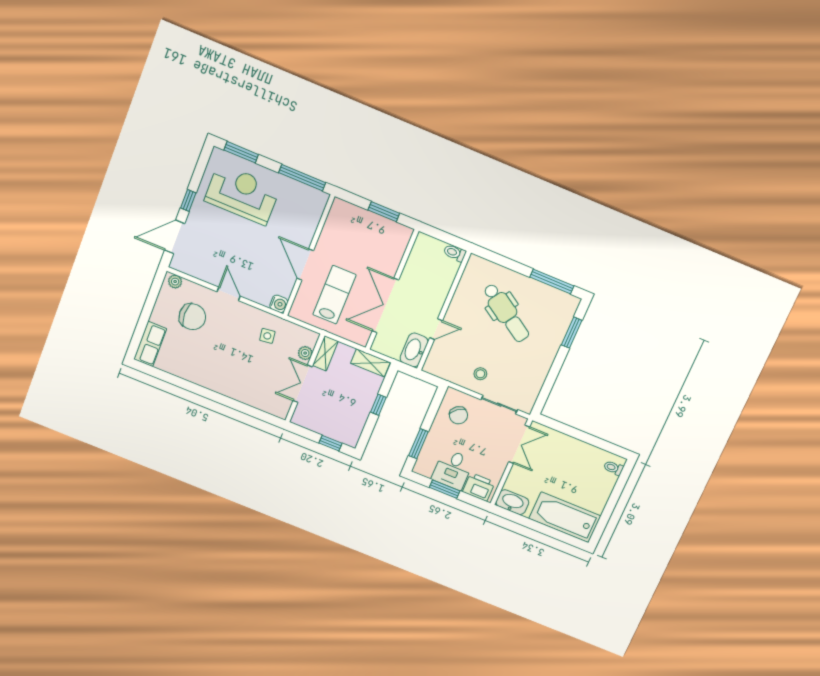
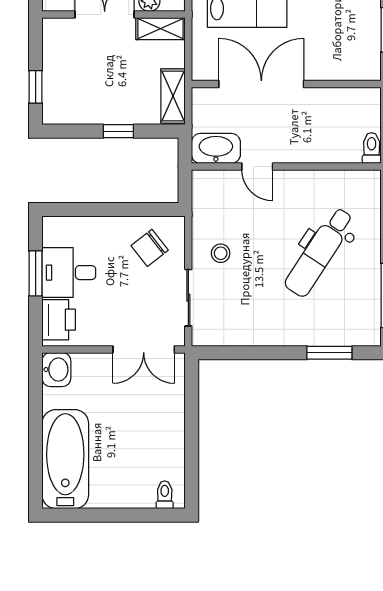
window: (418, 444) -> (86, 210), removed
washbasin: (512, 502) -> (56, 370), width x0.72

